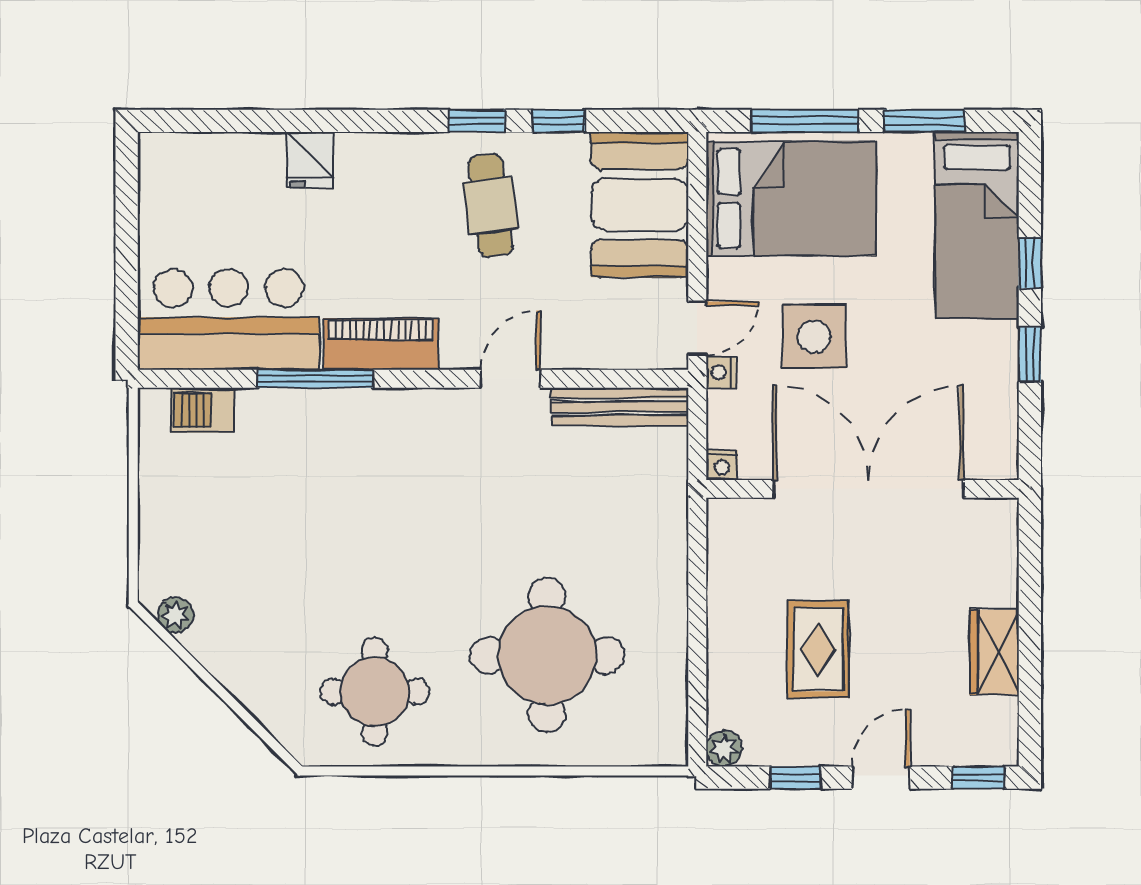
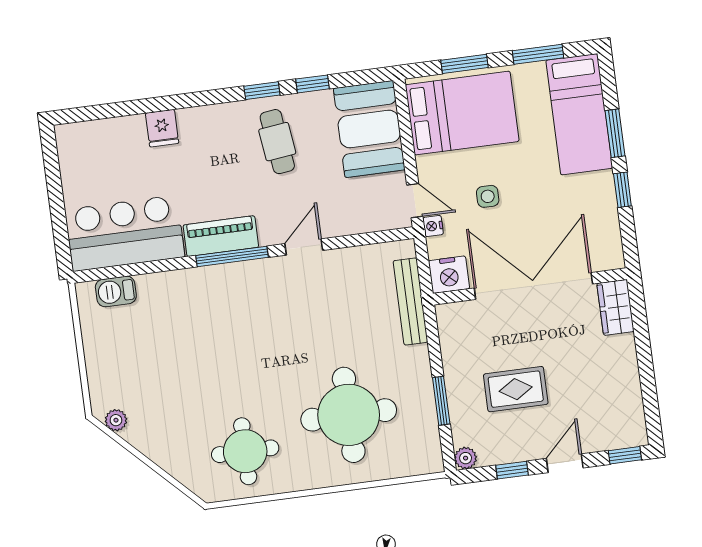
window: (805, 121) -> (465, 64), width x0.69
window: (1030, 263) -> (615, 133), width x1.50
door: (697, 328) -> (415, 201), hinge flipped
side table: (814, 337) -> (488, 196), width x0.54, depth x0.54
window: (315, 379) -> (232, 256), moved
bench: (620, 407) -> (411, 301), moved, turned 90
nightstand: (722, 465) -> (449, 275), width x1.89, depth x1.79
rug: (818, 649) -> (516, 389), turned 90
window: (697, 652) -> (441, 401), added
wardrobe: (994, 652) -> (615, 307), moved

